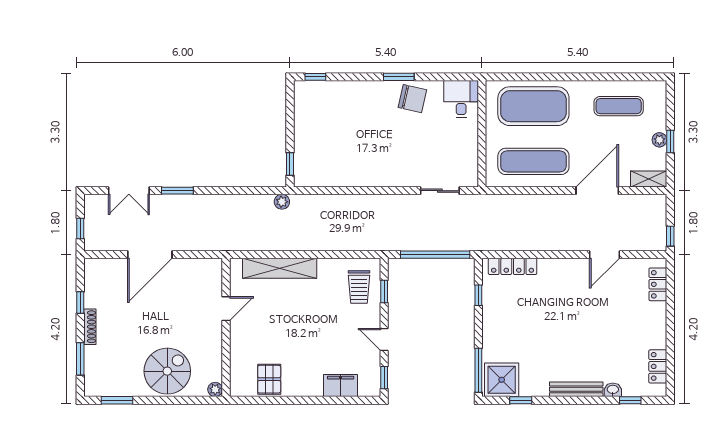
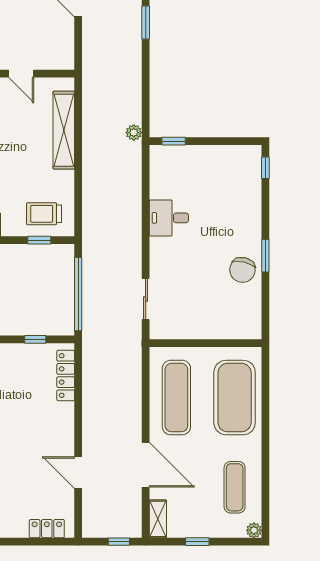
desk: (461, 99) -> (169, 218), moved, turned 180
plant: (659, 140) -> (254, 530), moved
window: (670, 236) -> (119, 542), moved

